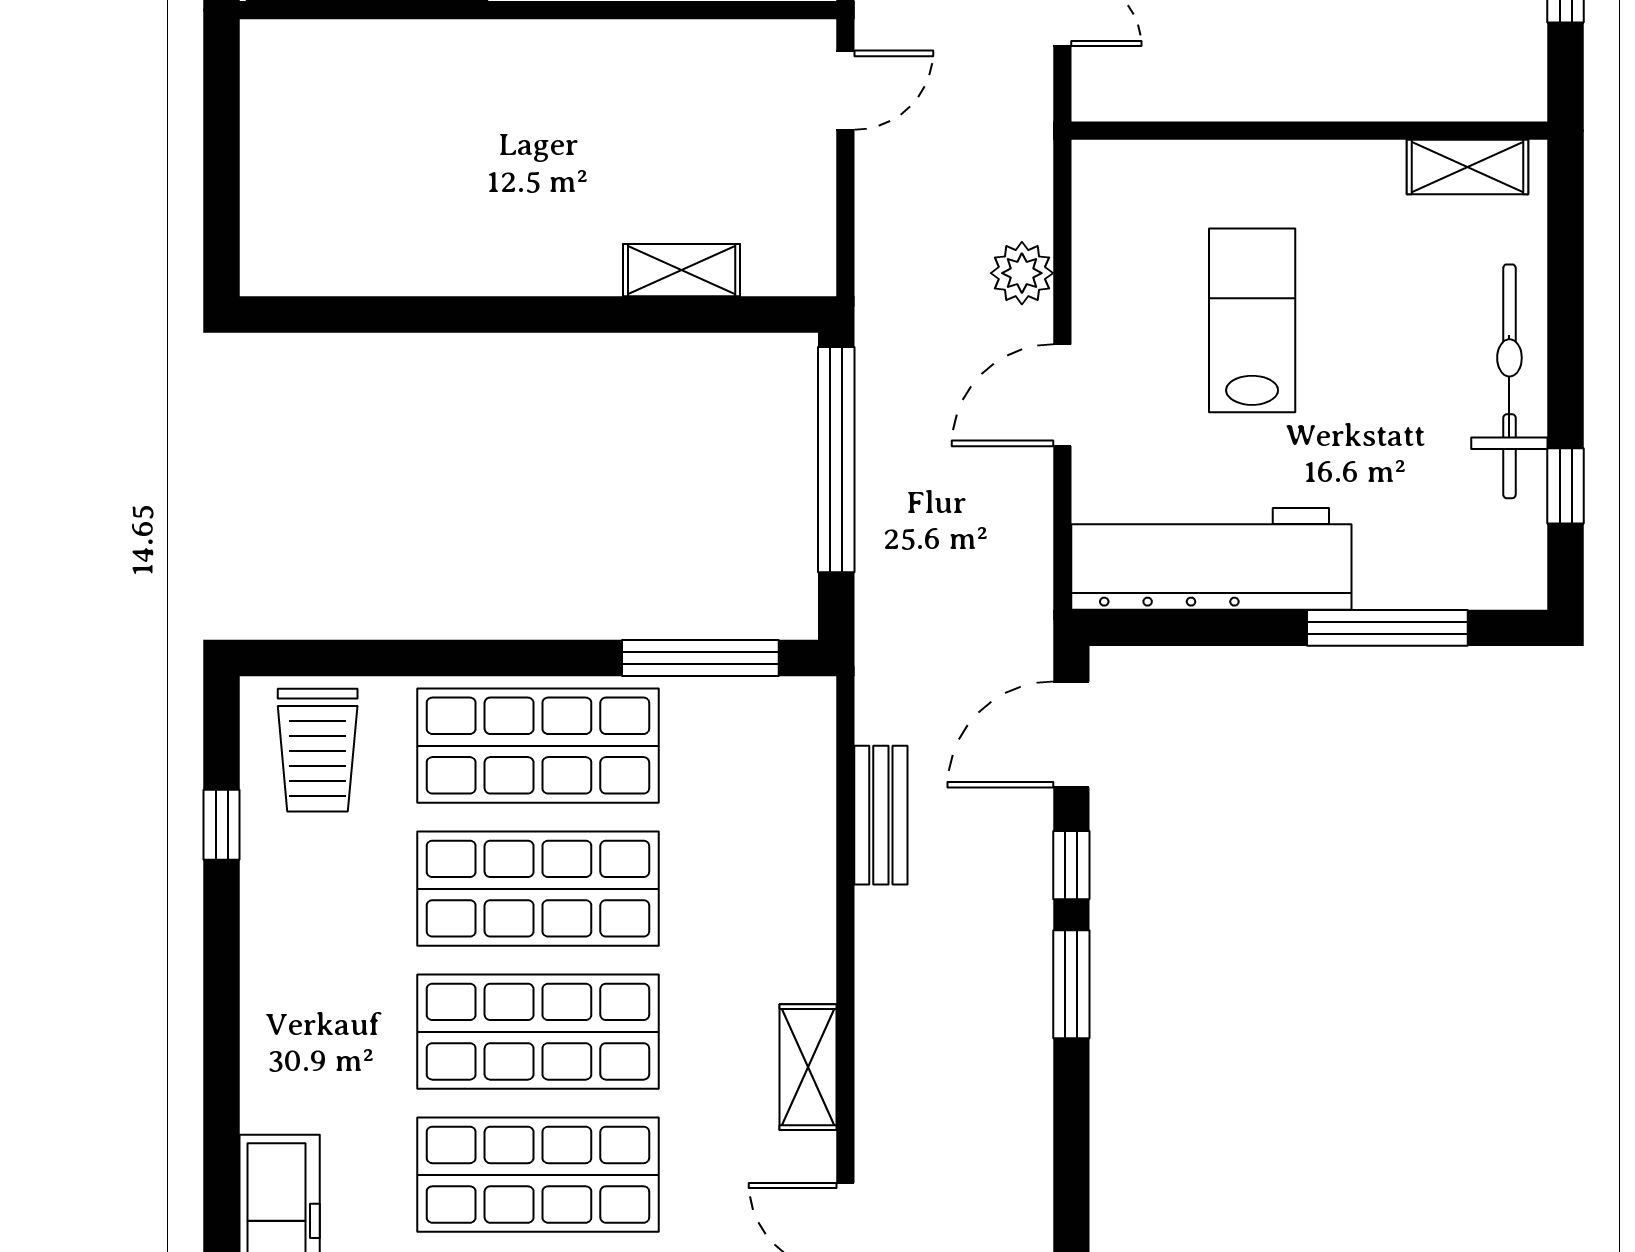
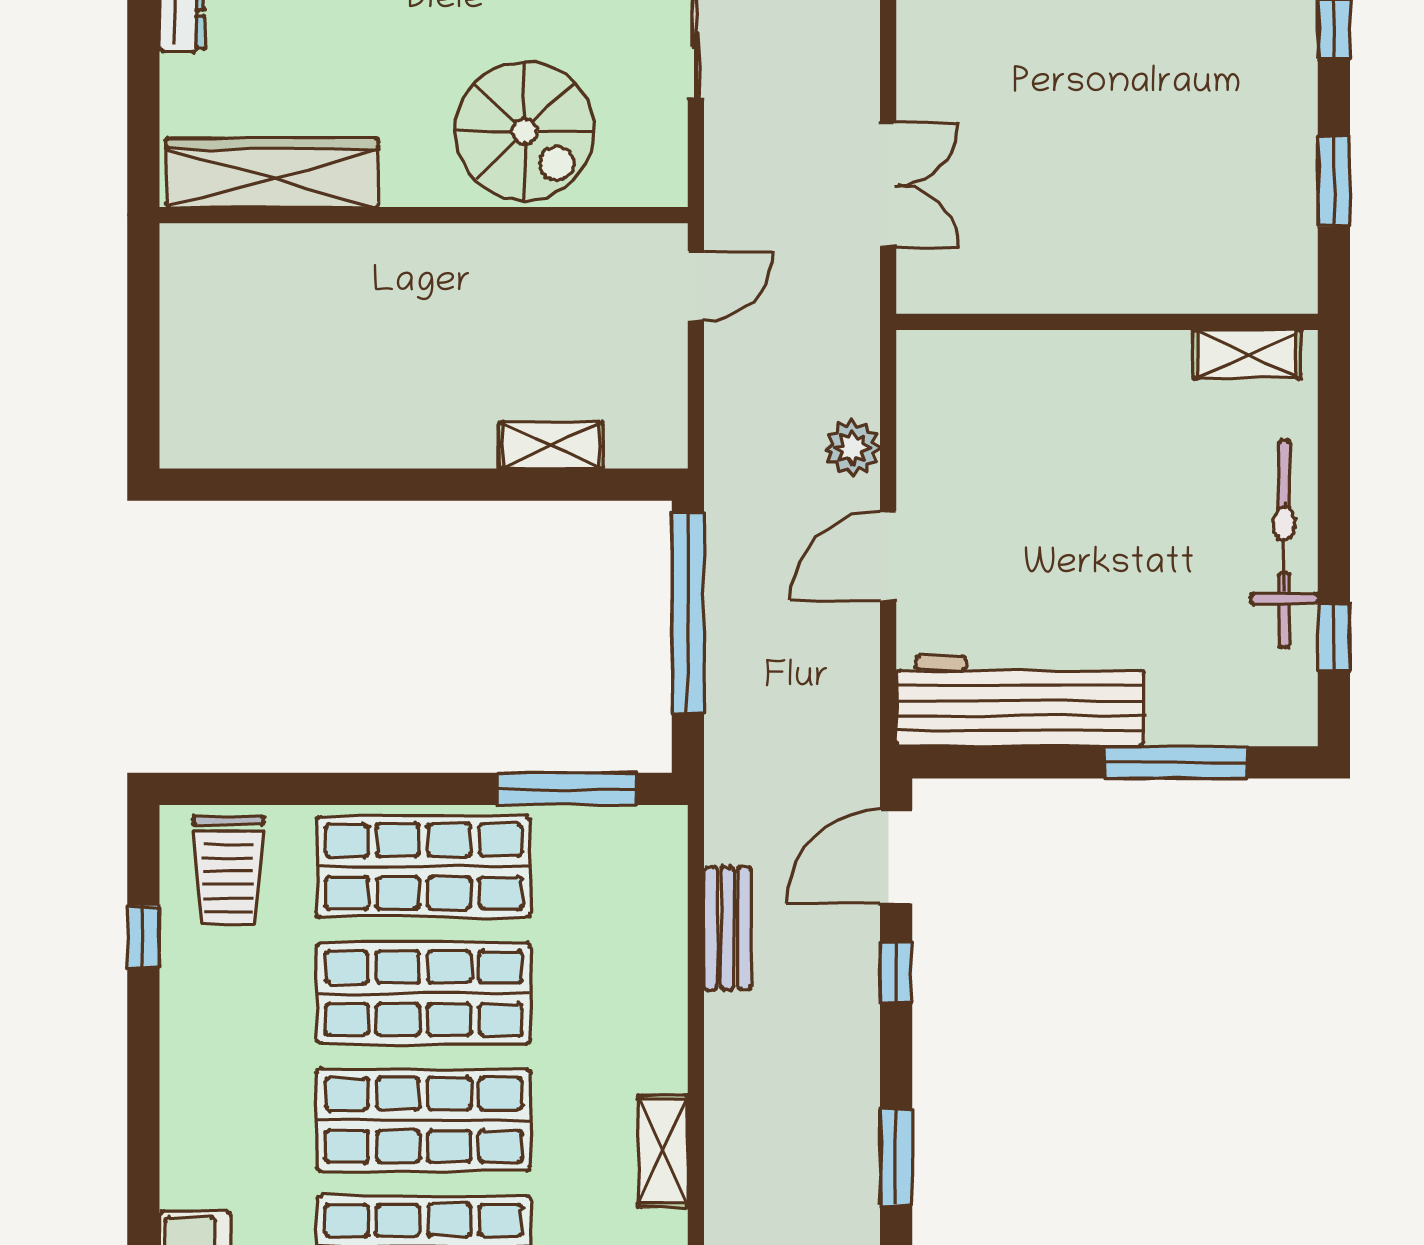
lab bench: (1252, 320) -> (1056, 490), removed
window: (1071, 984) -> (896, 1157), moved

